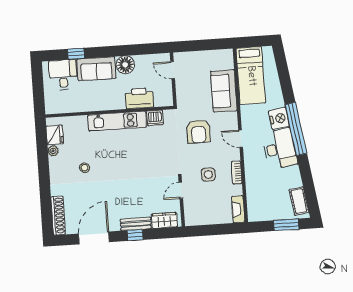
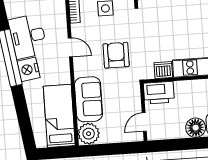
plant: (224, 59) -> (89, 134), added
door: (173, 70) -> (144, 122), swing flipped
printer: (139, 98) -> (159, 93), moved

